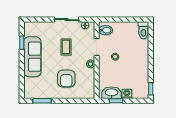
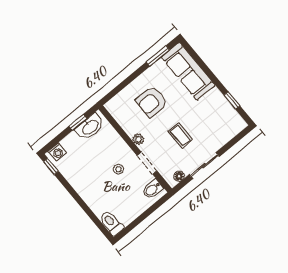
sofa: (32, 57) -> (188, 71), moved
armchair: (66, 79) -> (152, 102), turned -90
washing machine: (127, 94) -> (57, 152), moved

